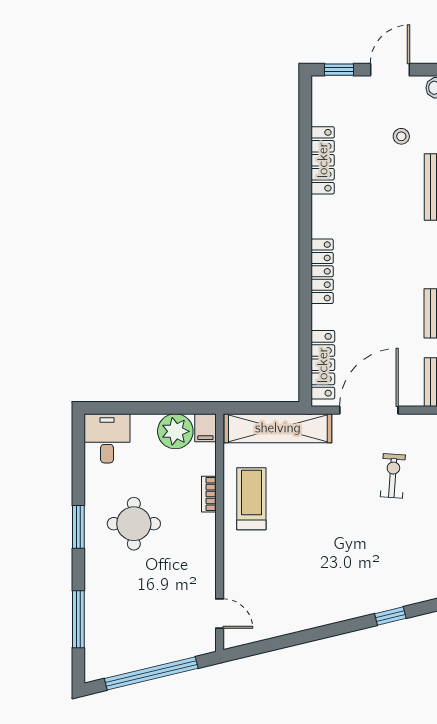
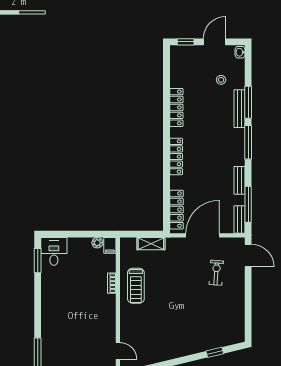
locker: (323, 160) -> (176, 107), moved
shelving: (278, 428) -> (151, 244), width x0.45, depth x0.75
plant: (175, 431) -> (97, 243), width x0.53, depth x0.53
treadmill: (251, 499) -> (136, 286), turned 180
round table: (134, 524) -> (69, 300), removed
window: (78, 527) -> (38, 261), moved

